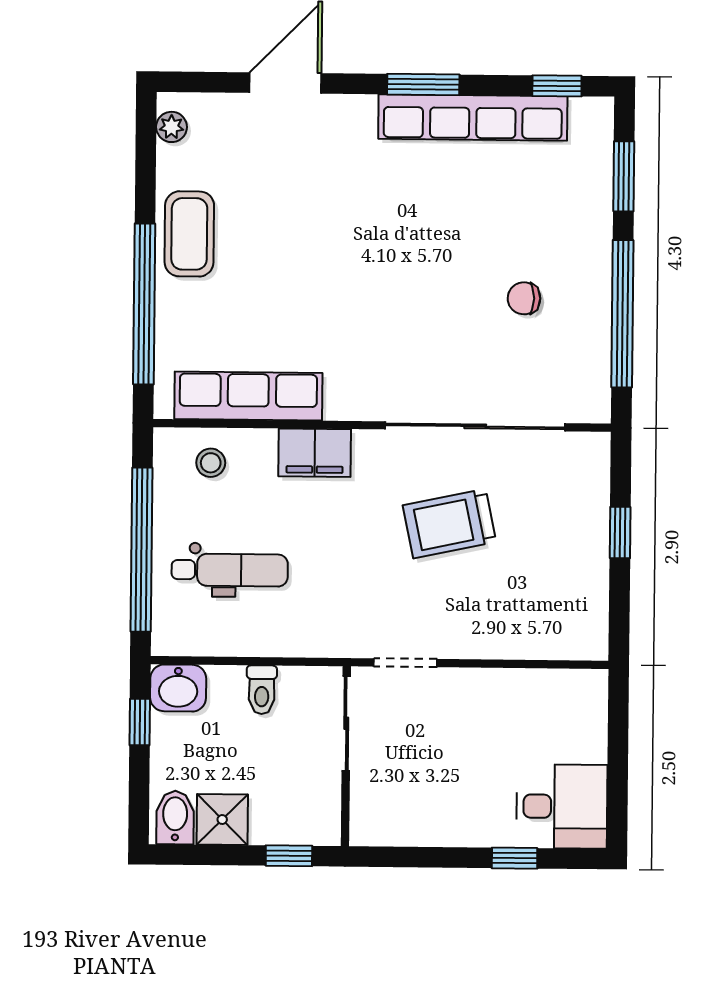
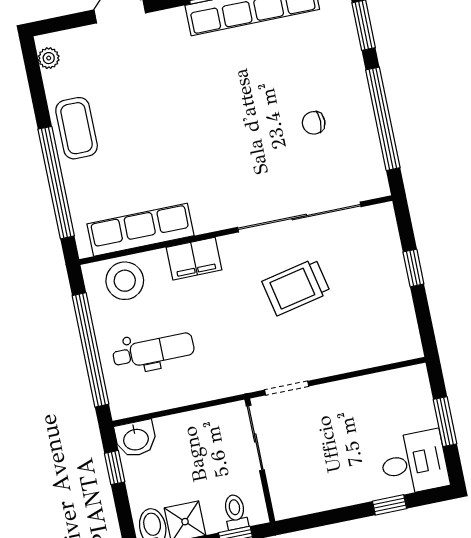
stool: (211, 463) -> (125, 281), width x1.89, depth x1.89
toilet: (262, 690) -> (235, 512), moved, turned 180
window: (618, 758) -> (445, 422), added

